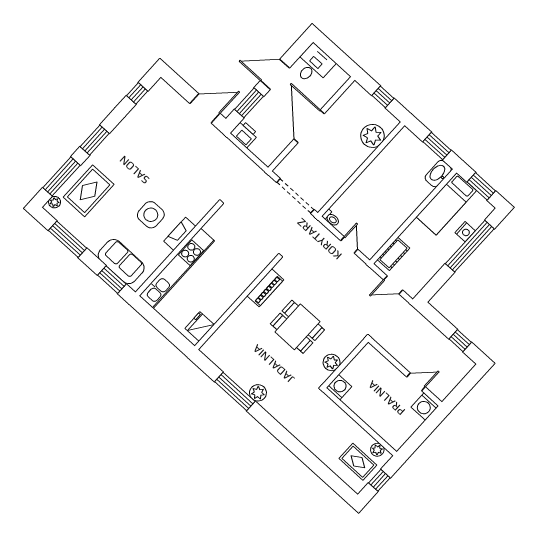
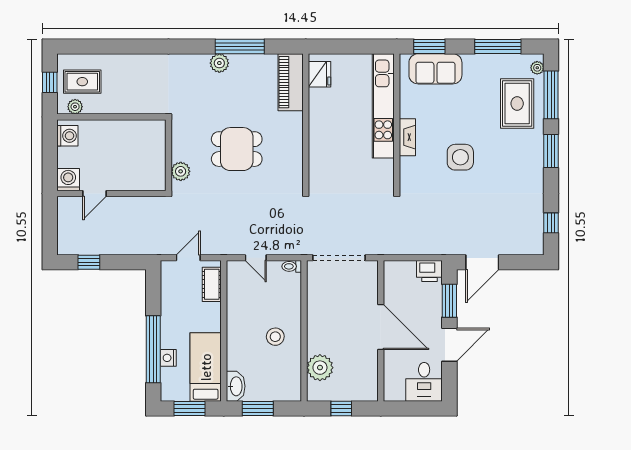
stool: (383, 182) -> (275, 337), added
side table: (151, 215) -> (460, 157), moved
piano: (265, 288) -> (291, 82), moved, width x1.37, depth x1.33
plant: (332, 362) -> (181, 171), moved
washing machine: (339, 387) -> (67, 136), moved, turned -90

